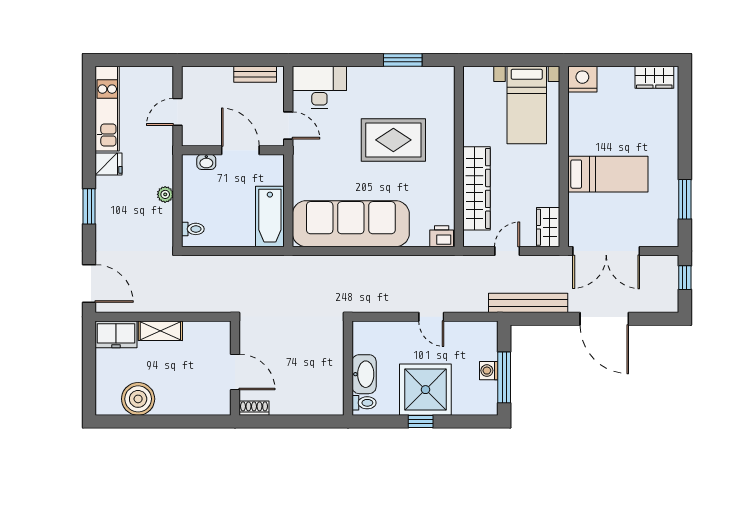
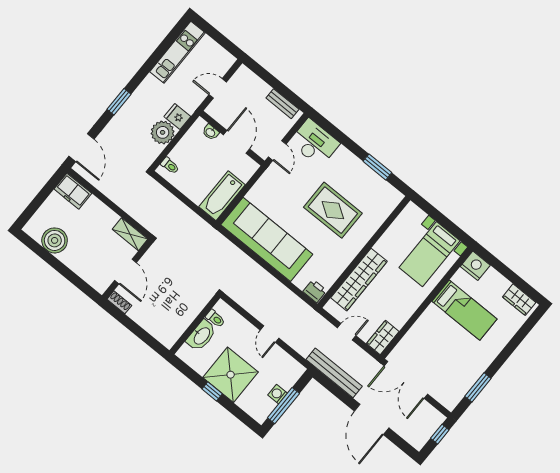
fridge: (109, 164) -> (177, 117), moved, turned 180
bed: (608, 174) -> (464, 310), moved
plant: (165, 194) -> (163, 132), width x1.88, depth x1.88
shelving: (160, 331) -> (130, 234), moved
toilet: (364, 403) -> (215, 319), moved

